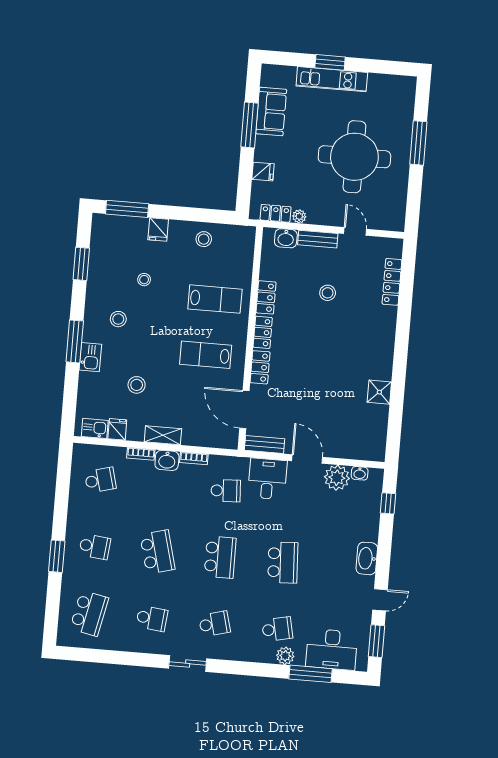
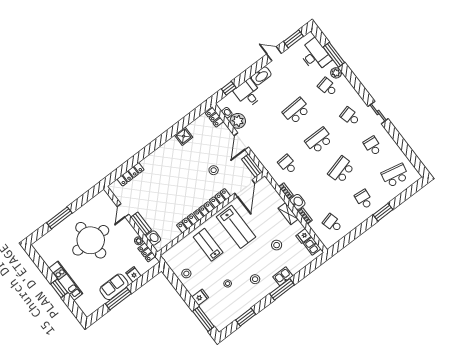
sofa: (271, 111) -> (114, 287), moved
stool: (328, 293) -> (214, 170), moved
lab bench: (206, 355) -> (236, 227), width x1.36, depth x1.39
locker: (368, 452) -> (214, 117), added
desk: (267, 479) -> (248, 93), moved, turned 90

